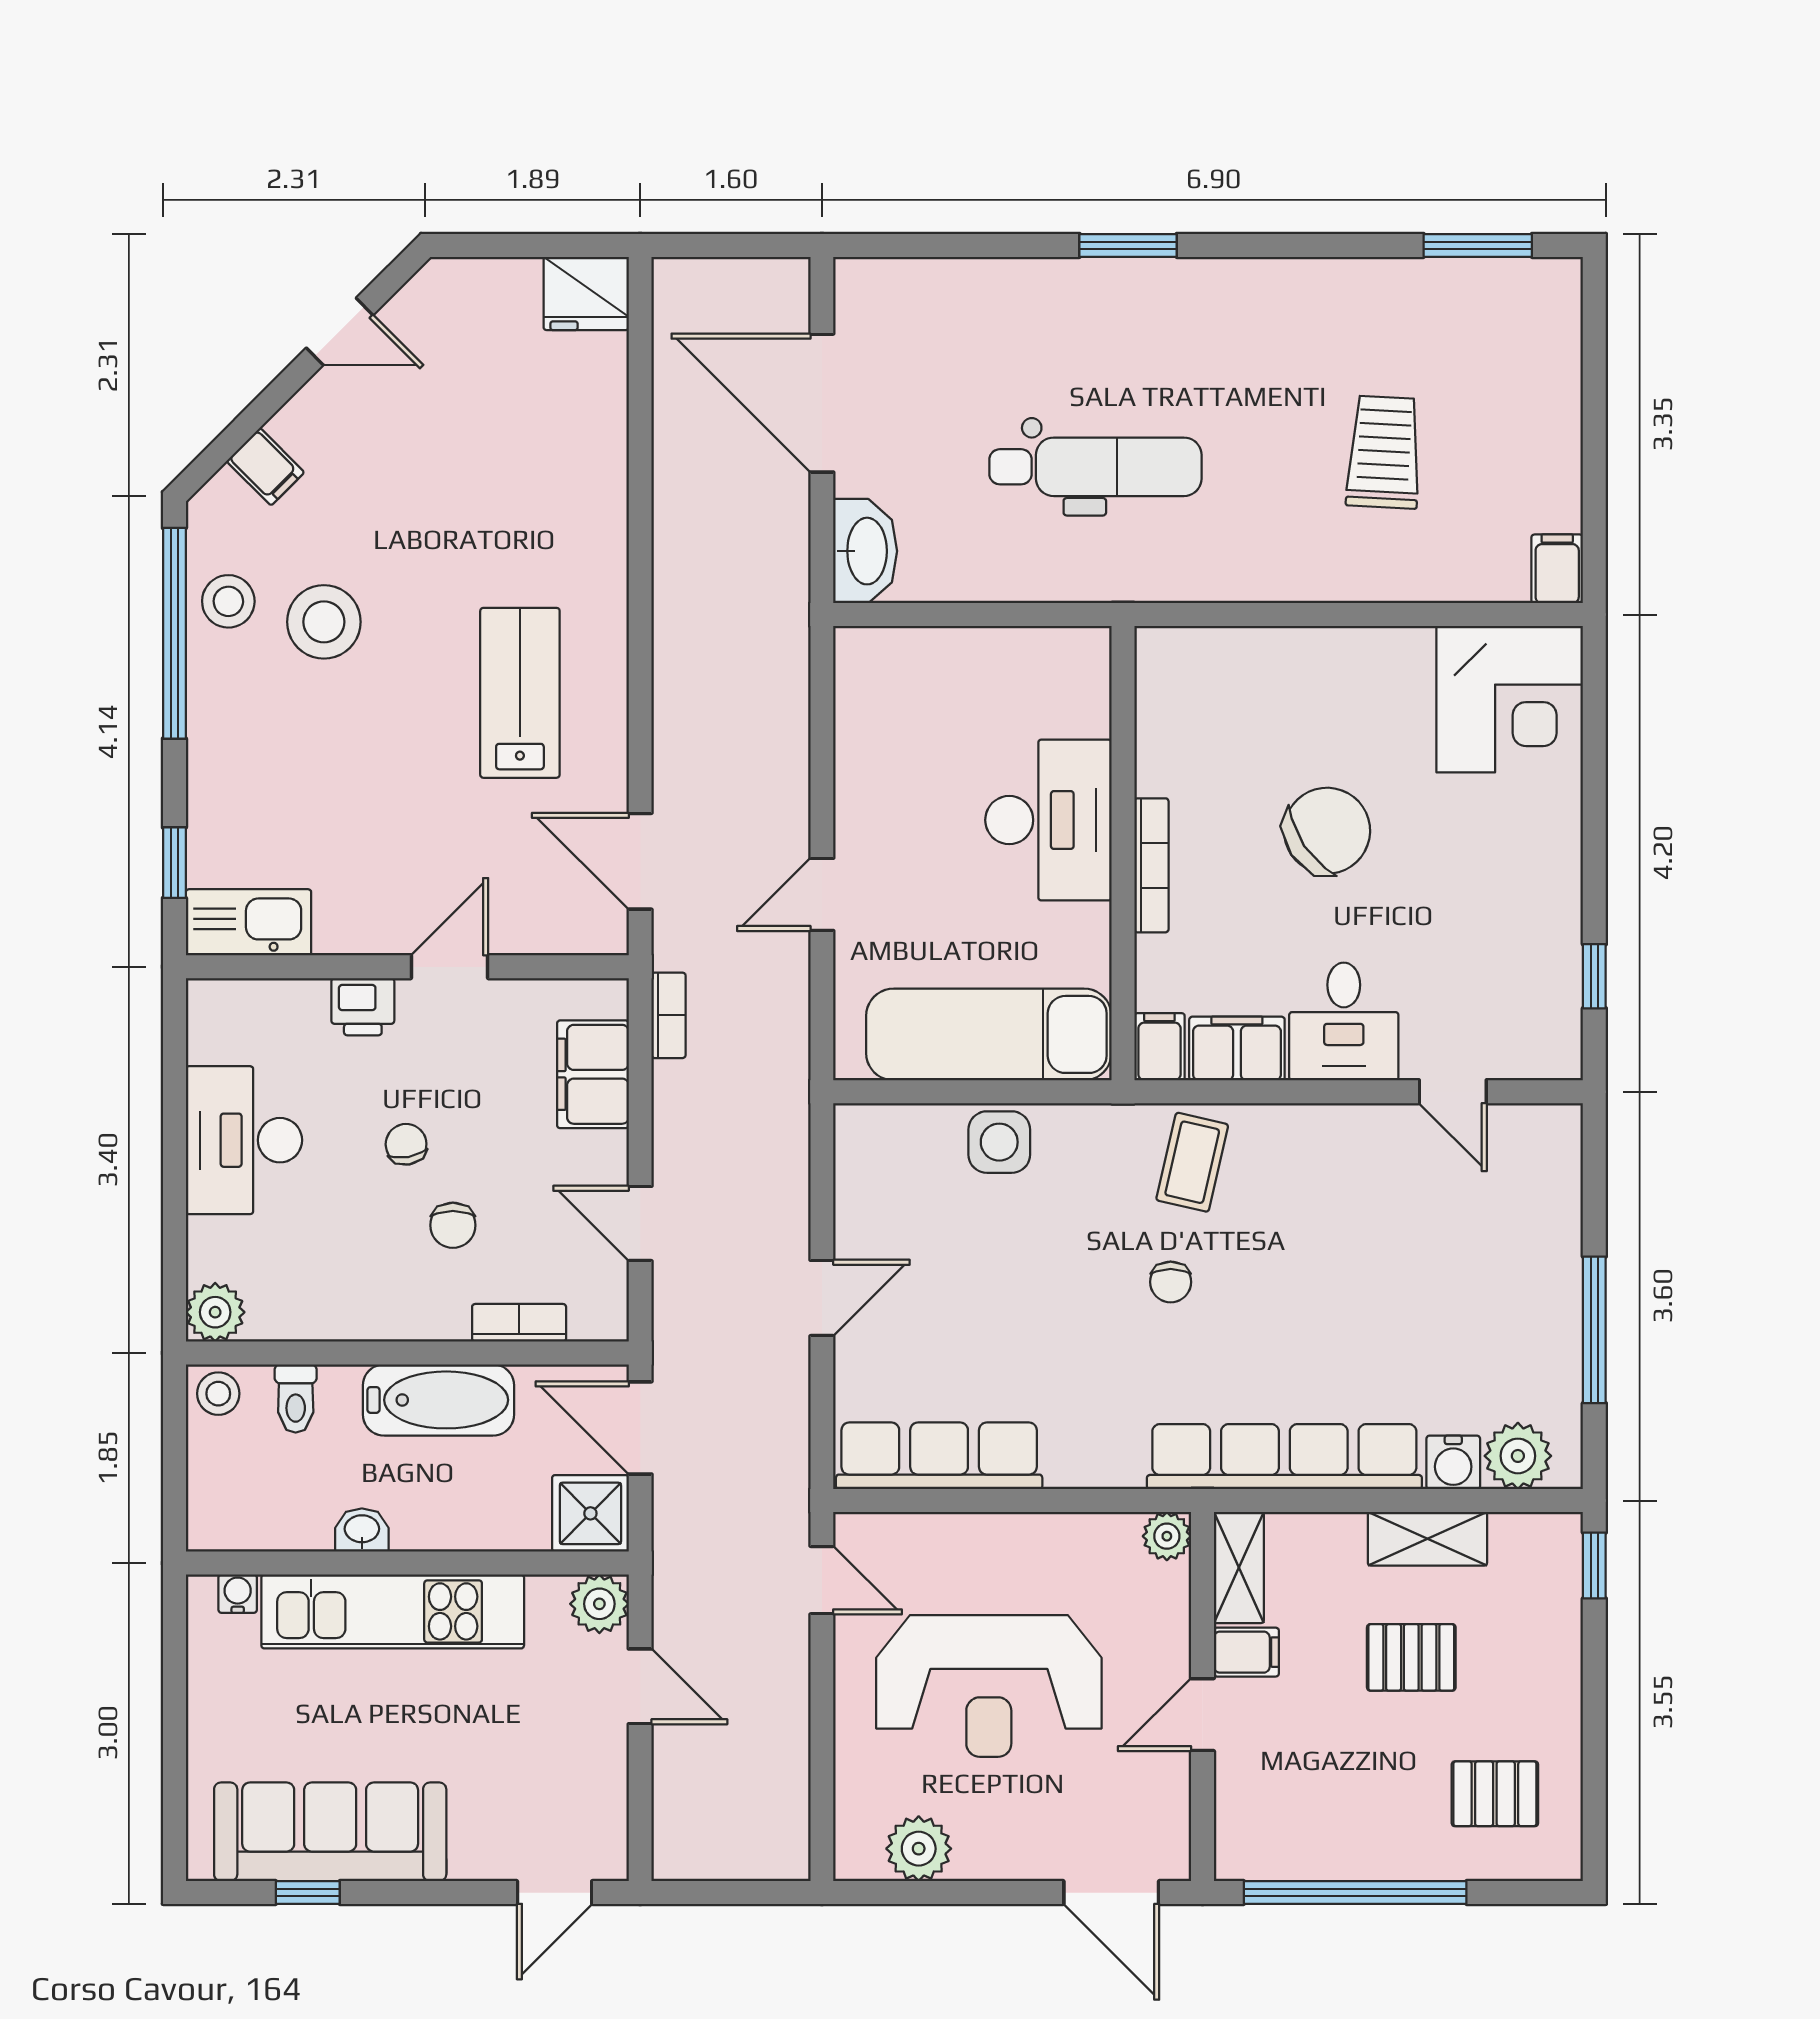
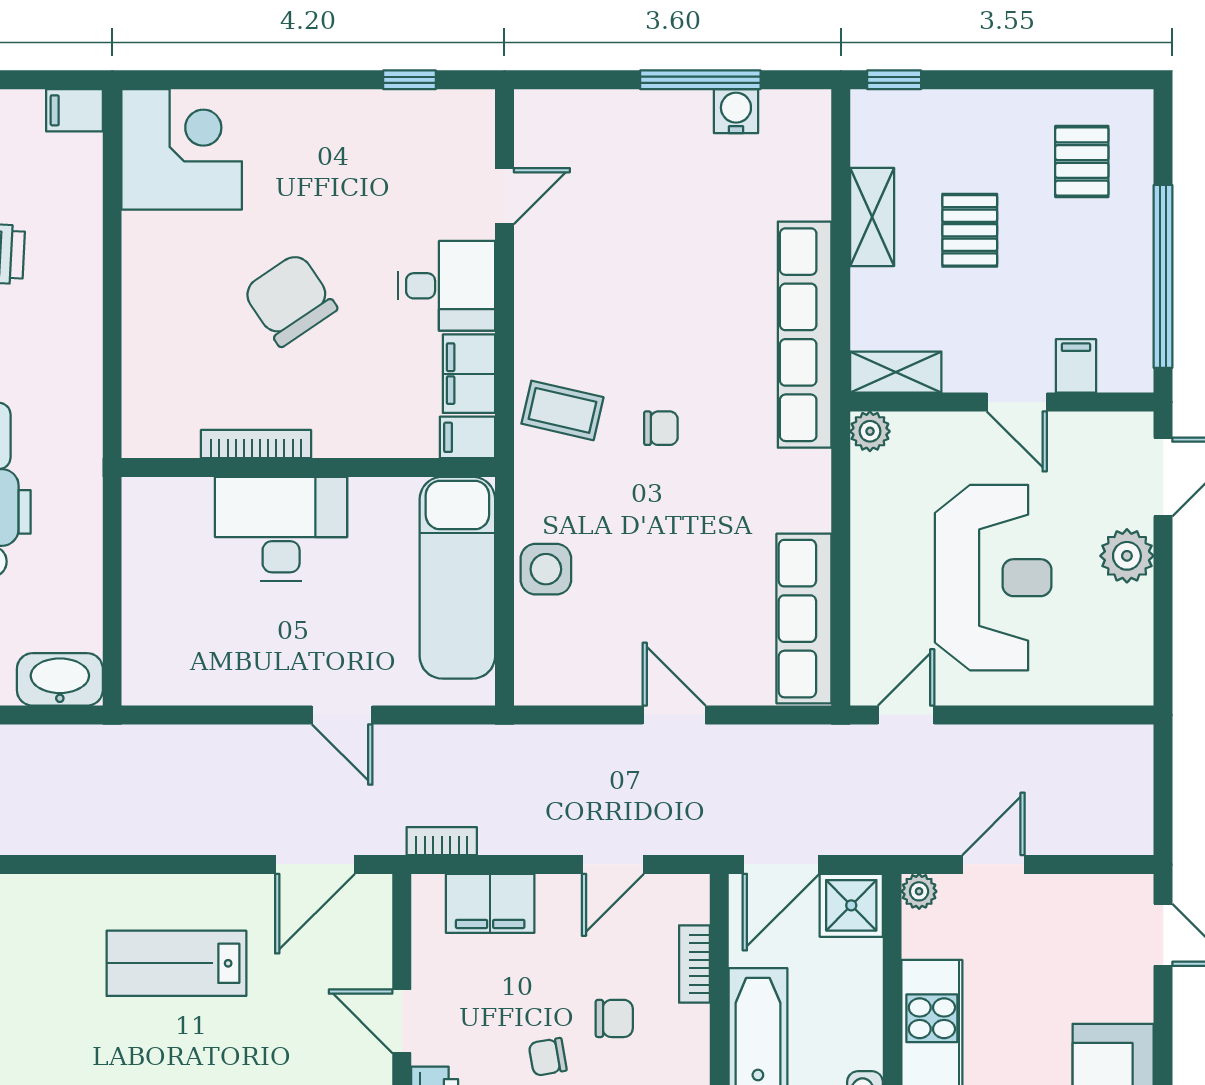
bookcase: (1151, 865) -> (256, 444), moved
plant: (1518, 1456) -> (804, 143), removed
water cooler: (1453, 1462) -> (736, 111), moved, turned -90
plant: (599, 1604) -> (919, 891), width x0.73, depth x0.73
filing cabinet: (1246, 1652) -> (1076, 366), moved
plant: (919, 1849) -> (1127, 556), moved

